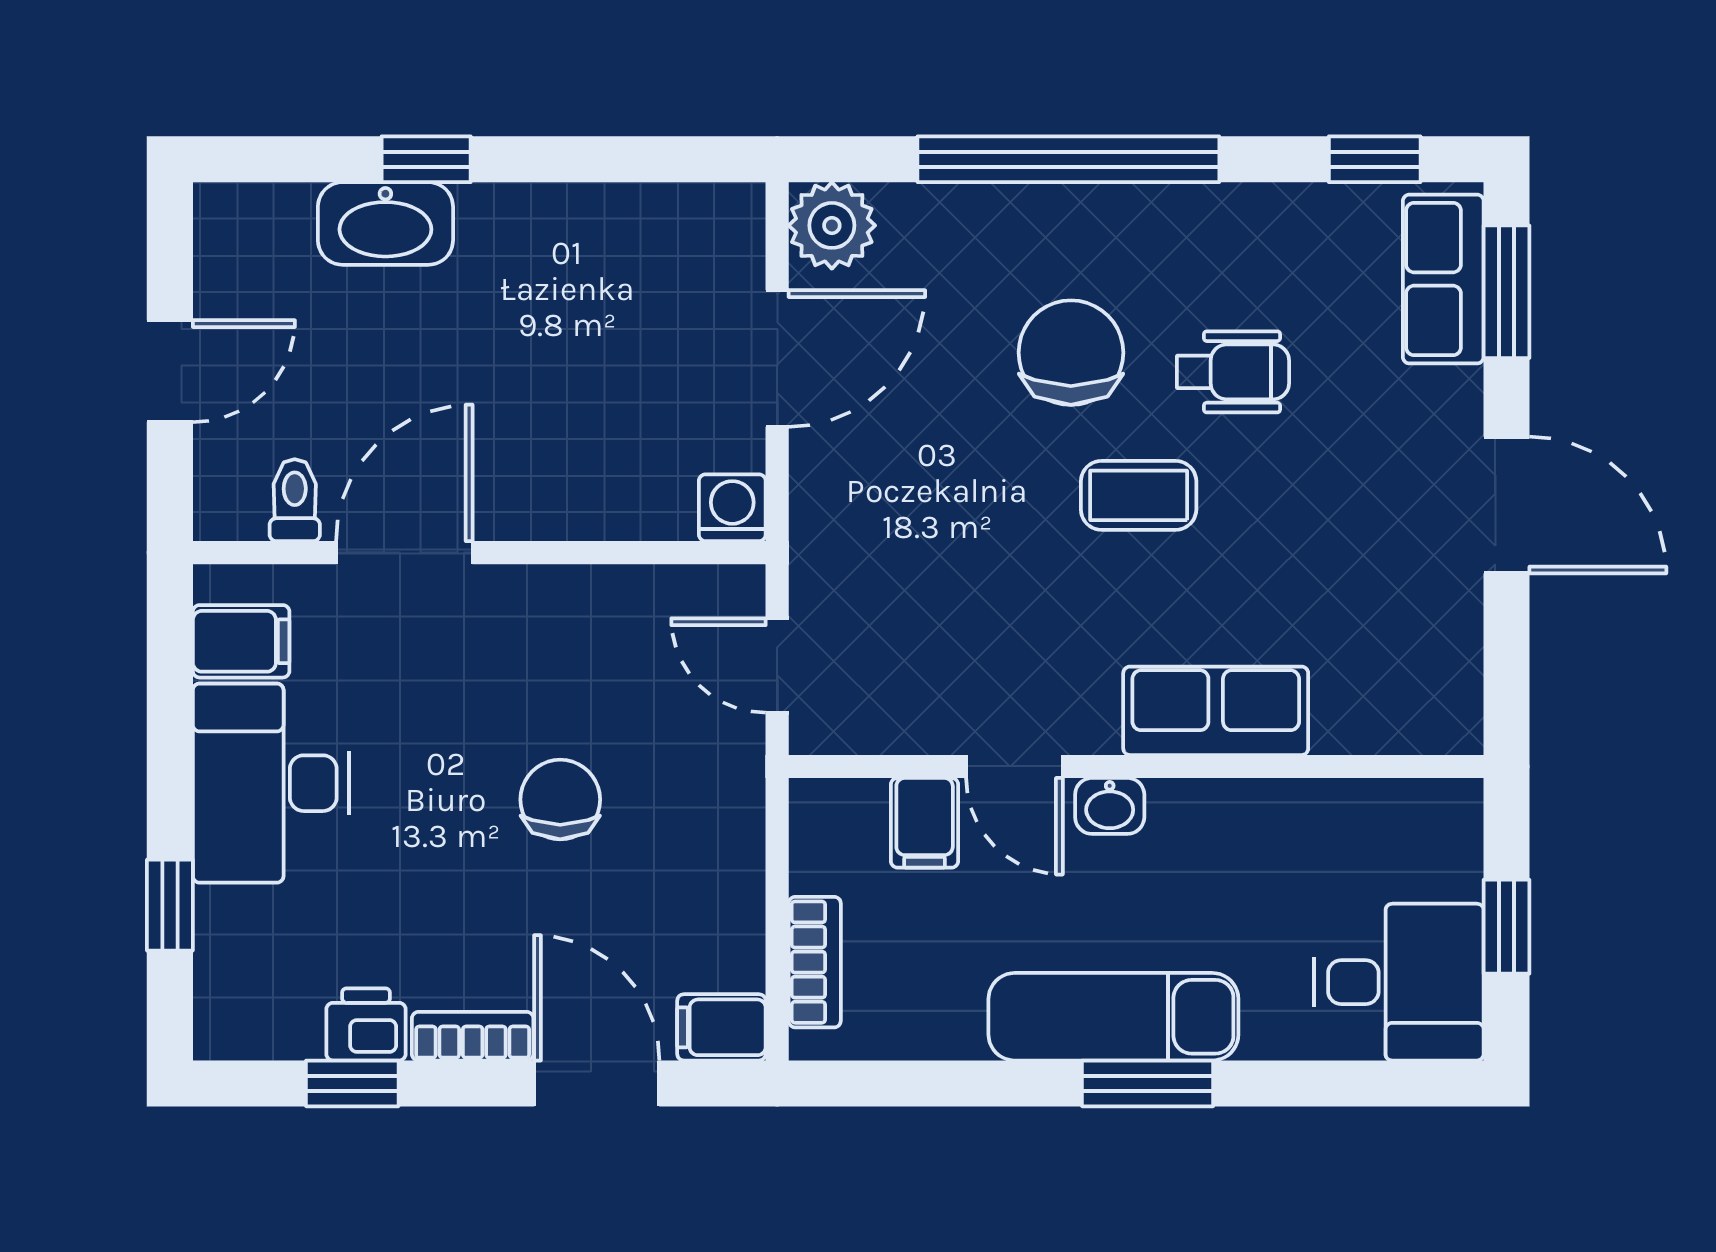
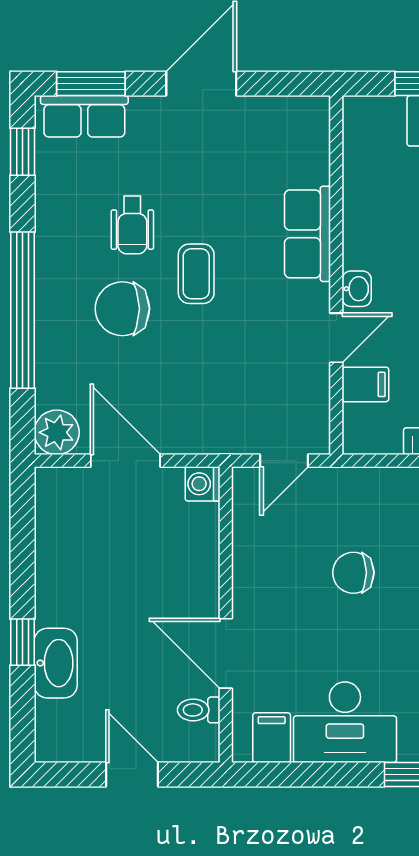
wheelchair: (1233, 372) -> (132, 225), turned 180

